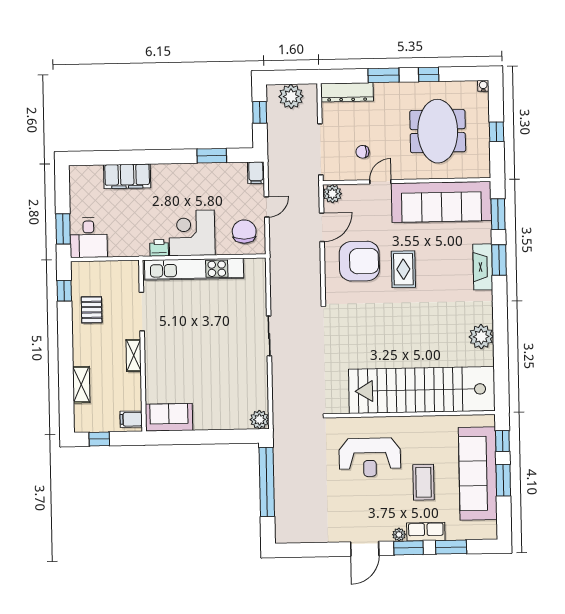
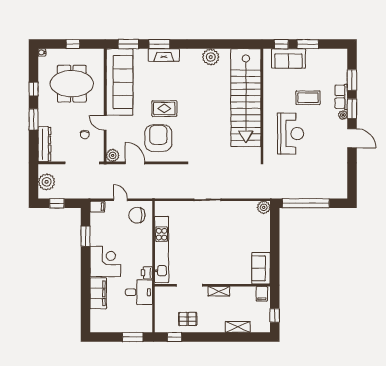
corner desk: (192, 233) -> (105, 261), moved, turned 180
desk: (89, 238) -> (139, 292), moved
sofa: (478, 473) -> (288, 58), width x0.54, depth x0.79

